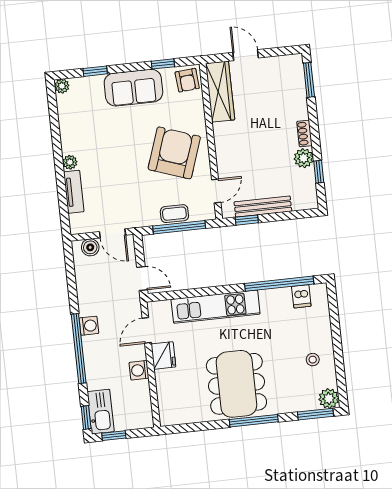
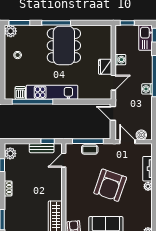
armchair: (174, 153) -> (110, 185), moved
plant: (304, 158) -> (10, 153), moved
bench: (263, 207) -> (42, 148), width x0.73
kitchen unit: (216, 307) -> (52, 92), moved
window: (114, 436) -> (127, 23), moved

